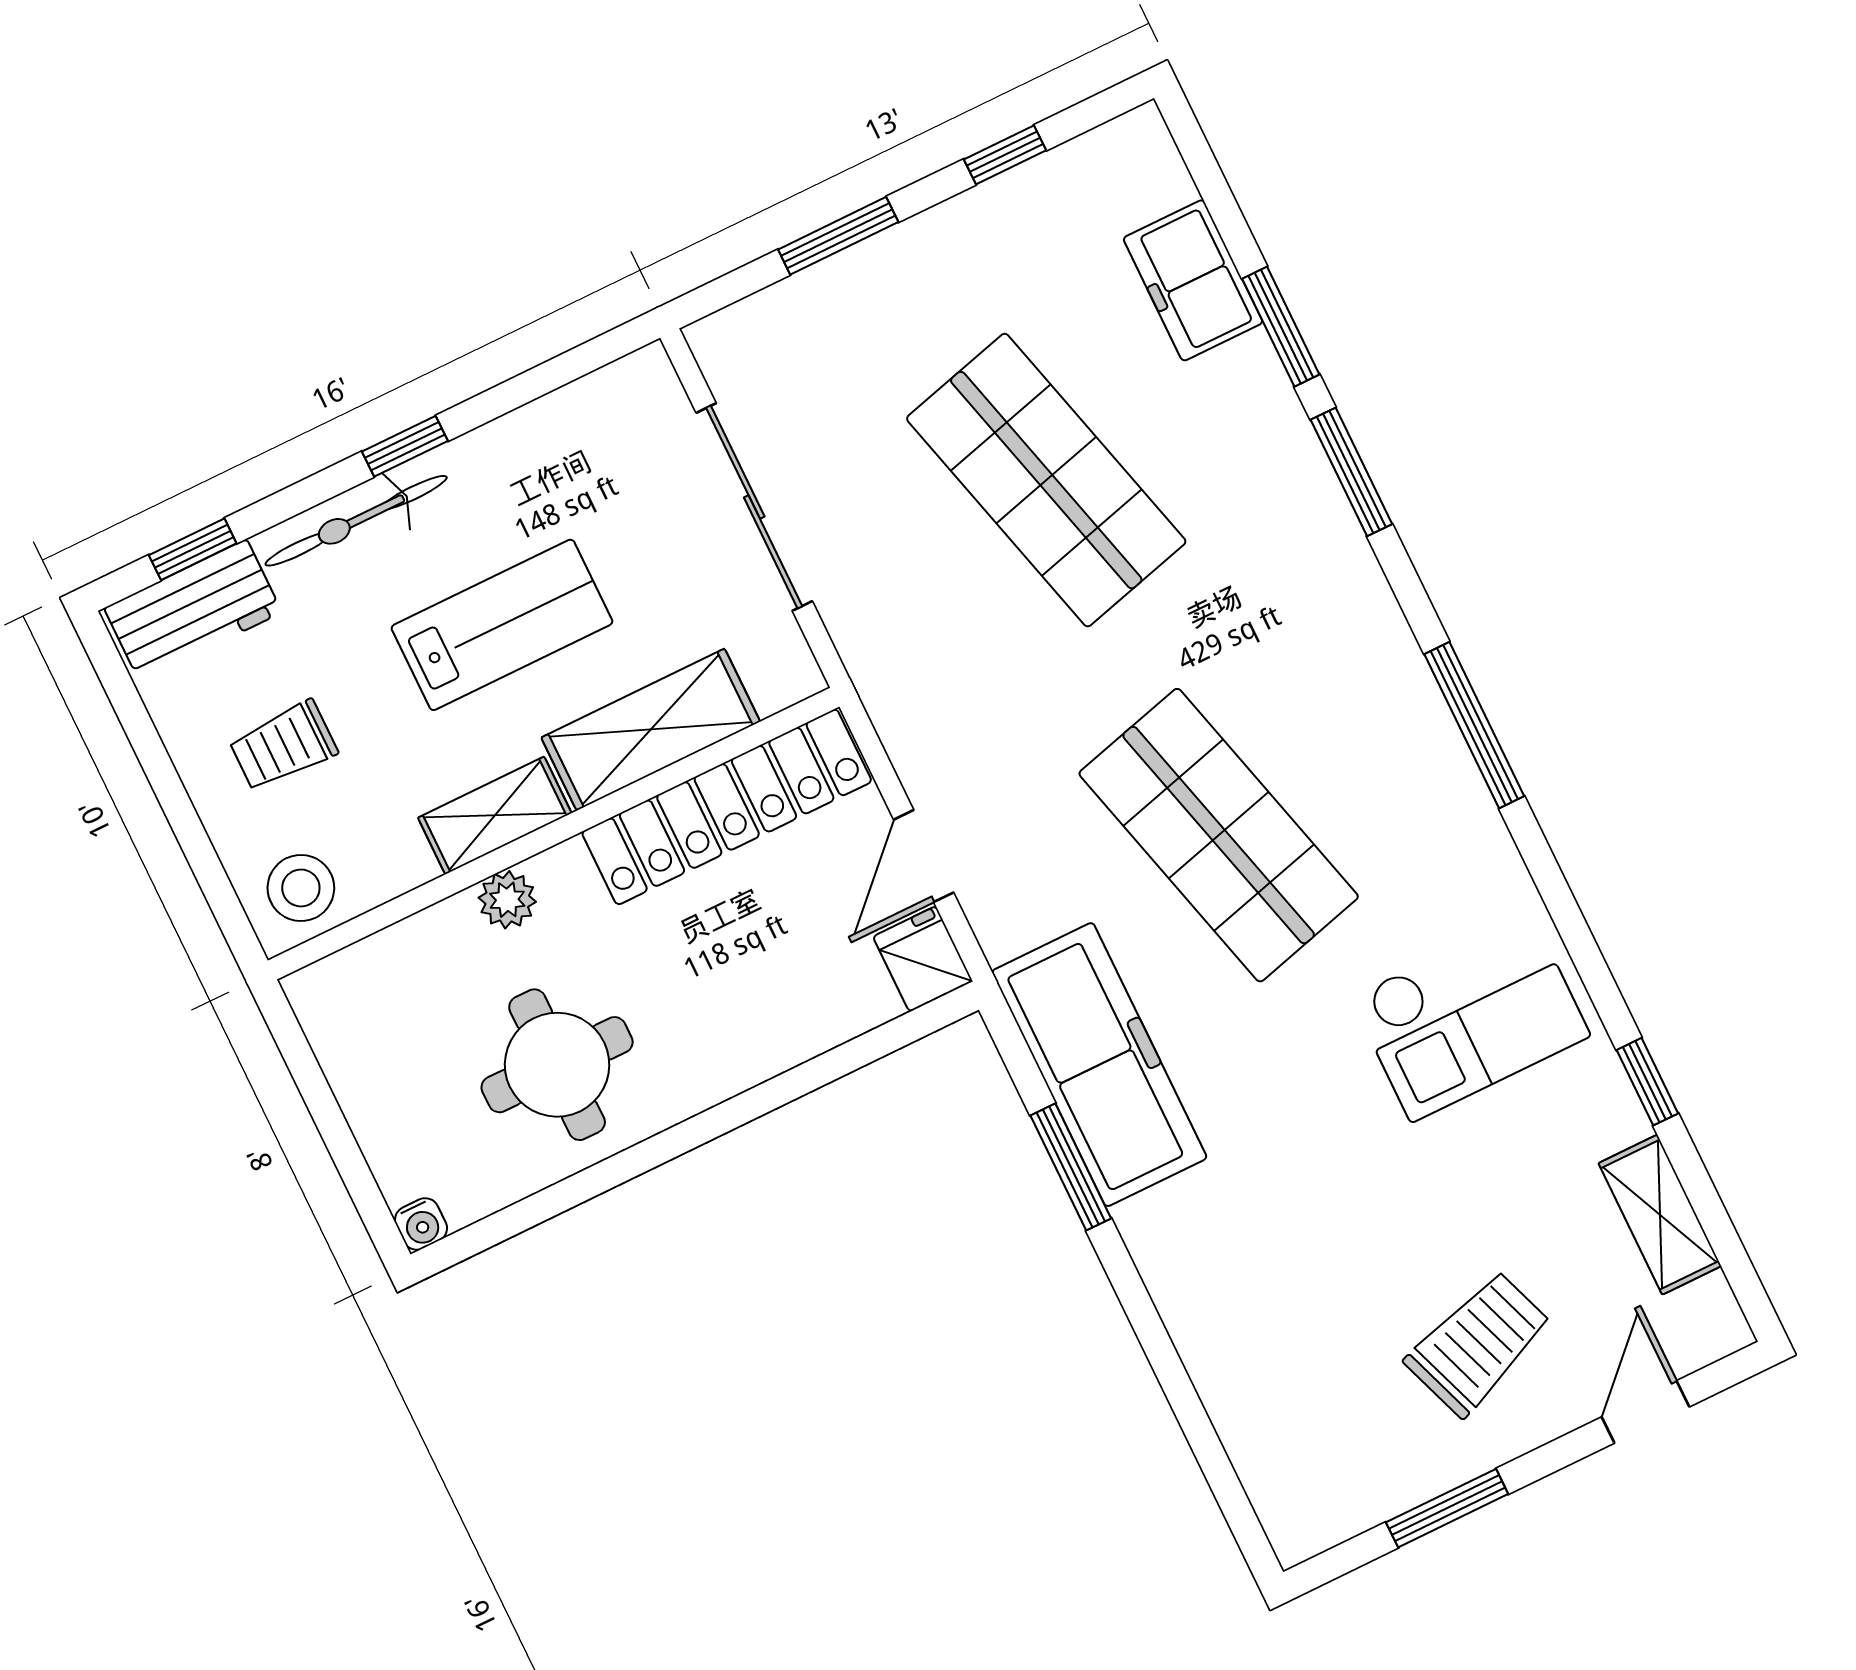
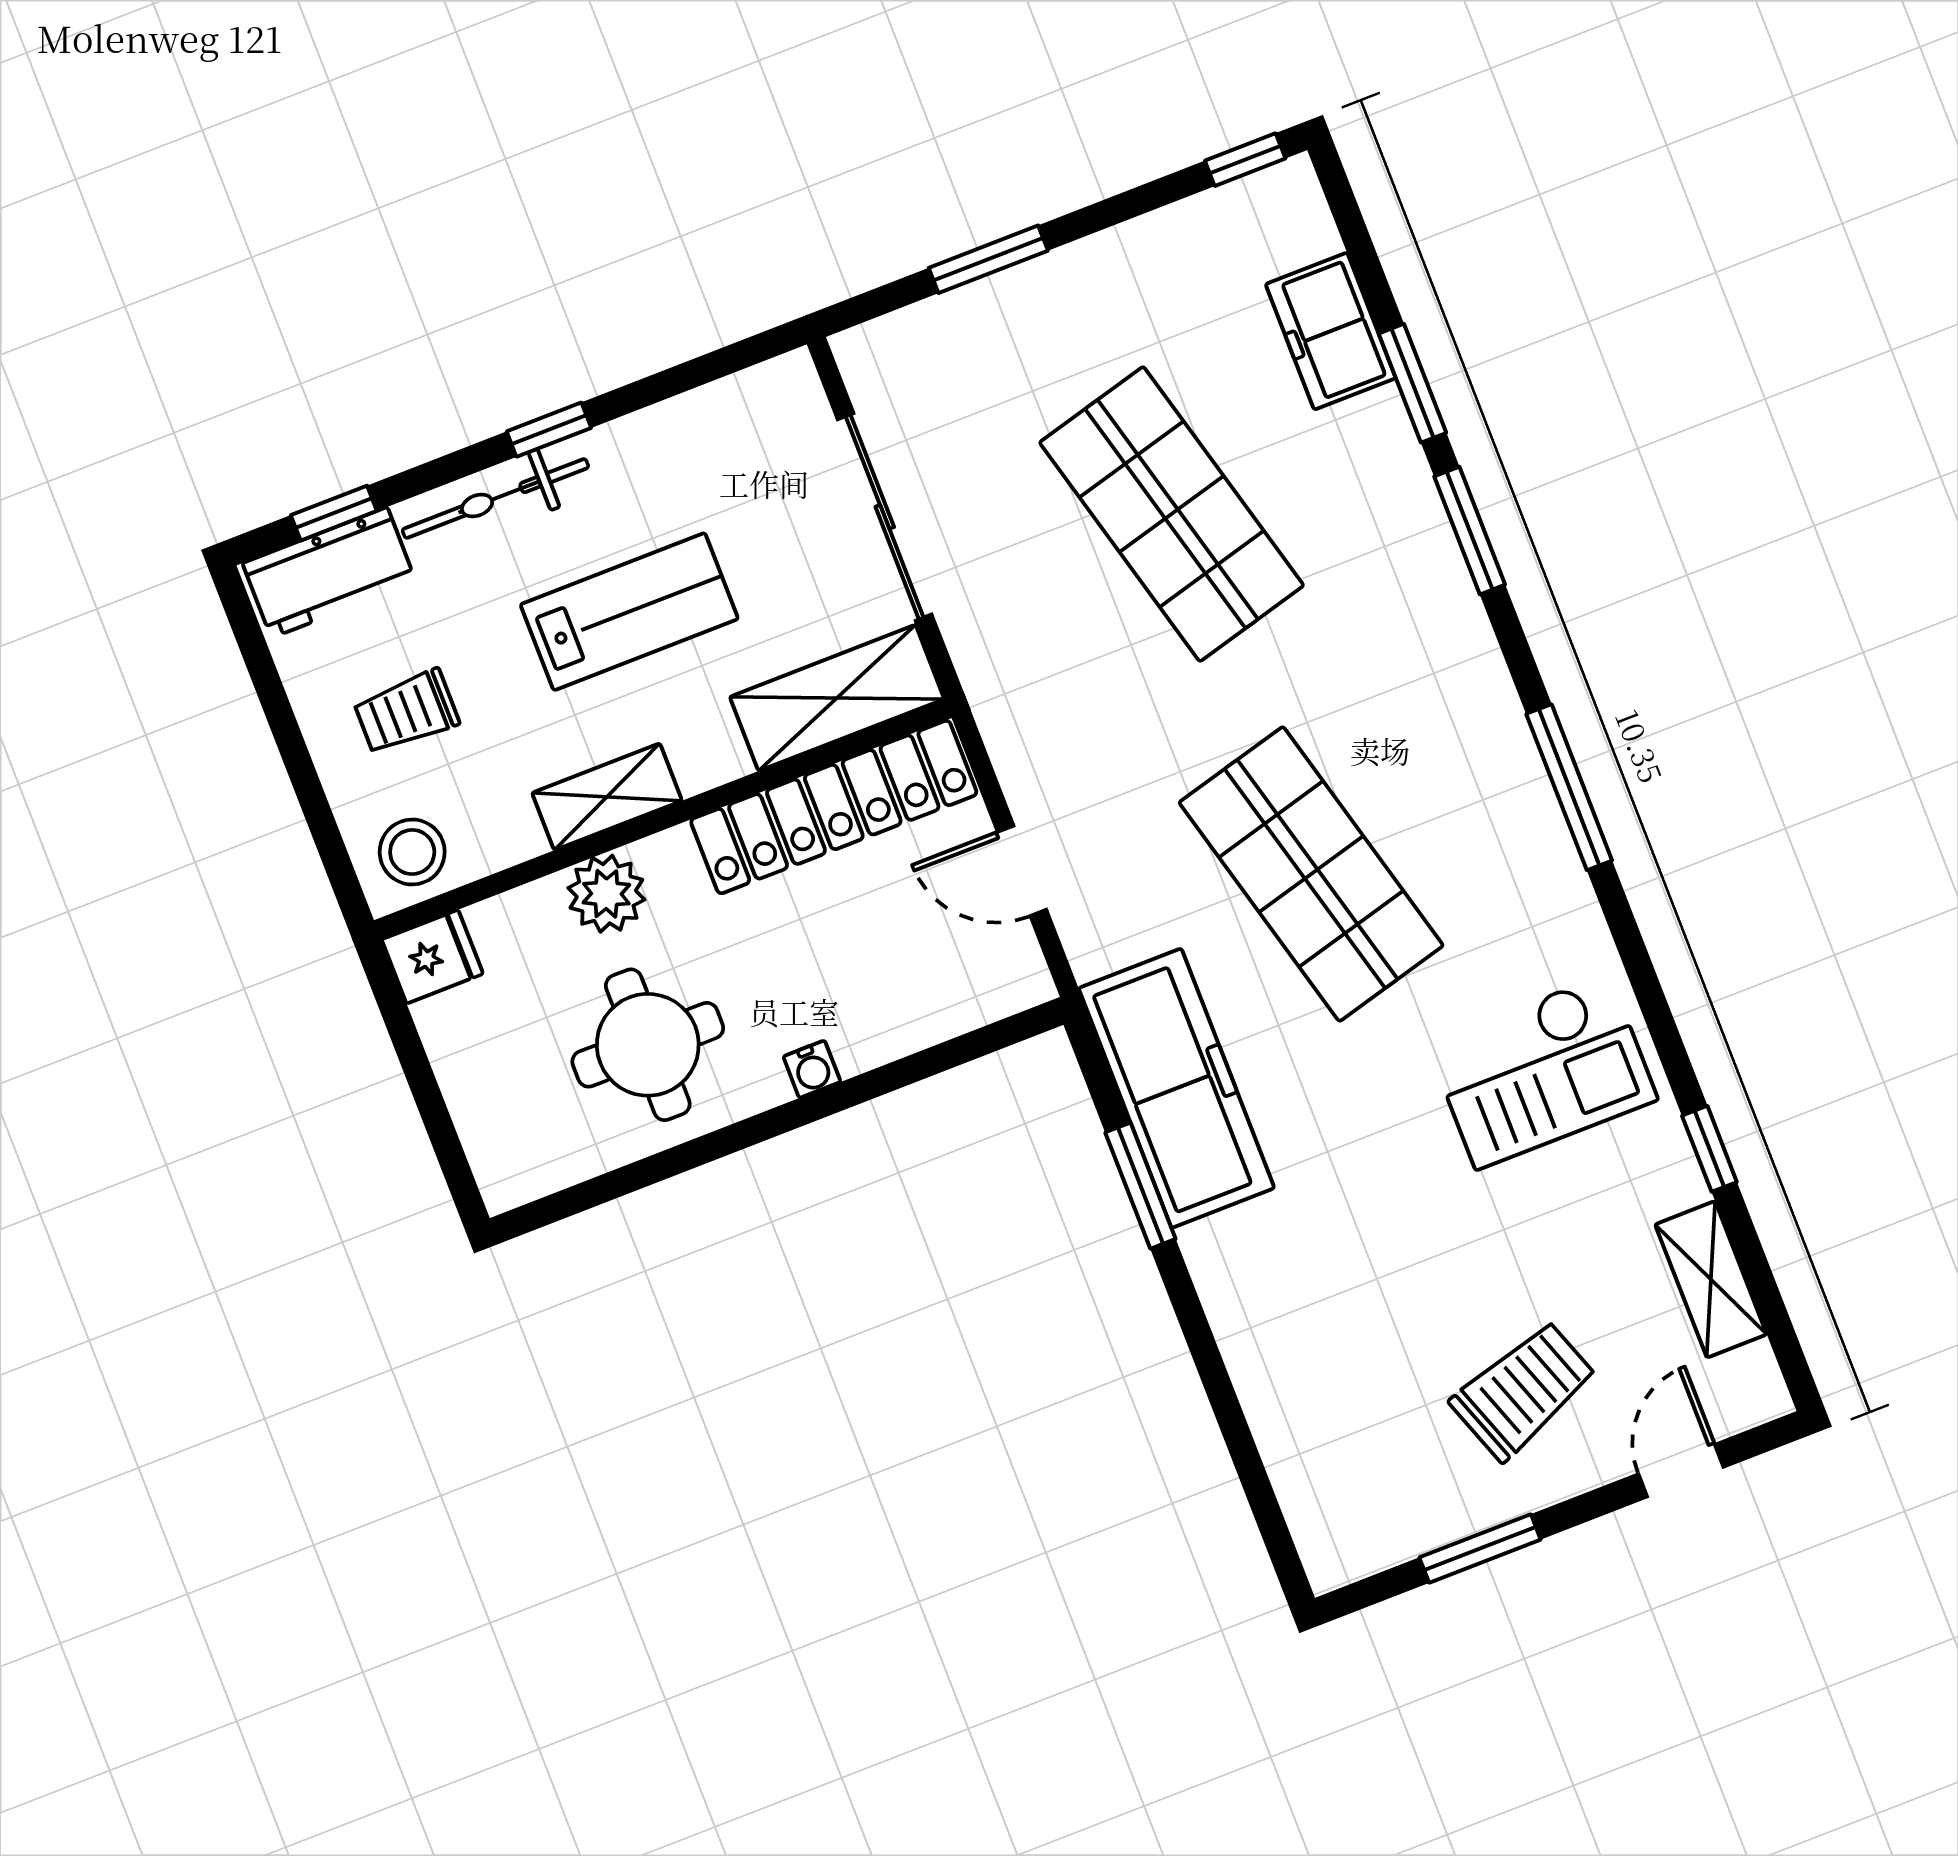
window: (1005, 155) -> (1245, 160), moved
shelving: (651, 730) -> (837, 698), moved
door: (924, 856) -> (1022, 871), hinge flipped
plant: (507, 900) -> (606, 894), width x1.38, depth x1.38
fridge: (923, 959) -> (432, 957), moved, turned 90
water cooler: (421, 1224) -> (812, 1069), moved

